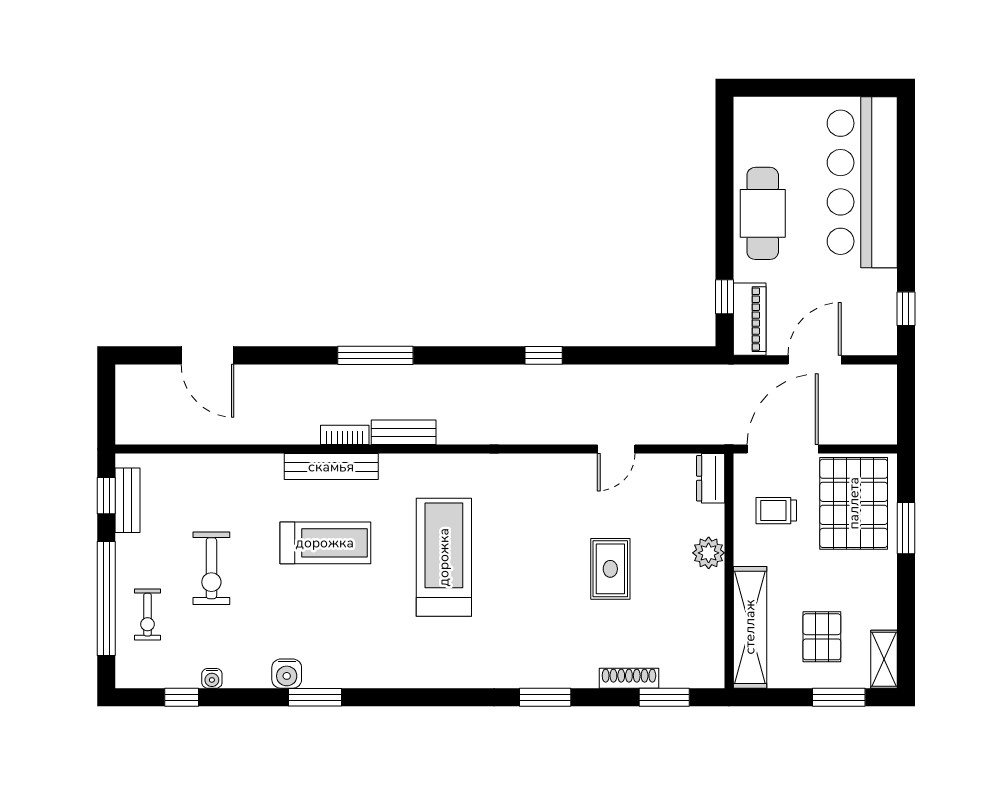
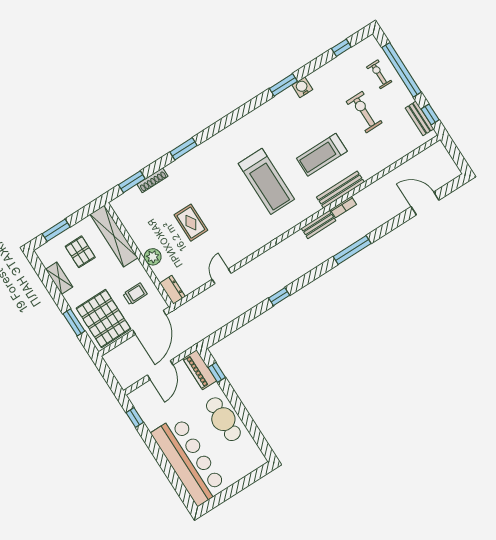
shelving: (884, 659) -> (59, 278), moved
water cooler: (212, 678) -> (333, 64), removed

